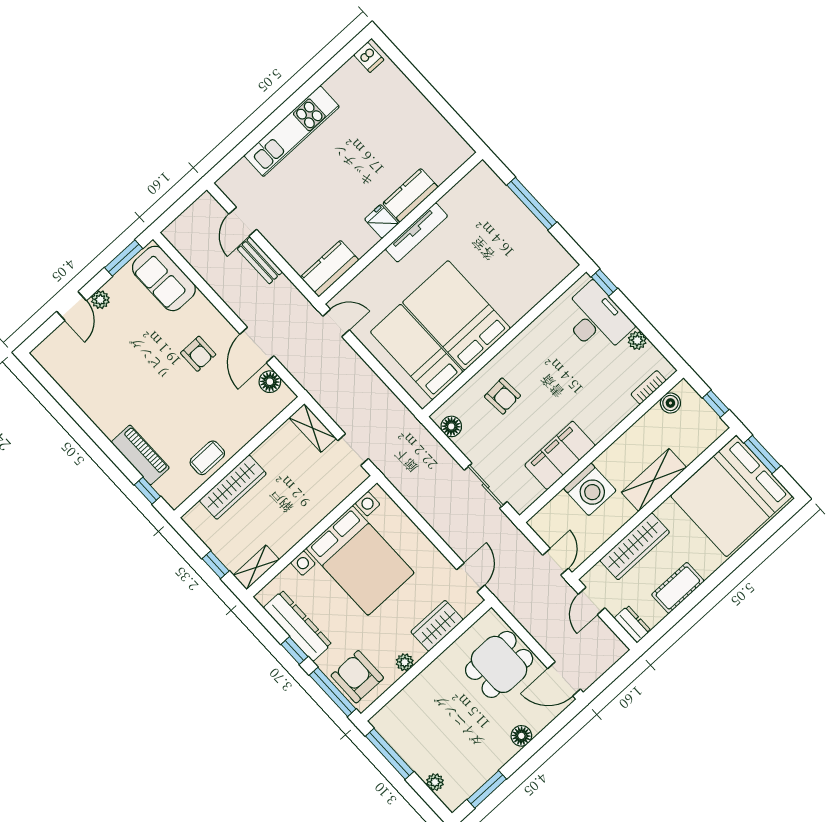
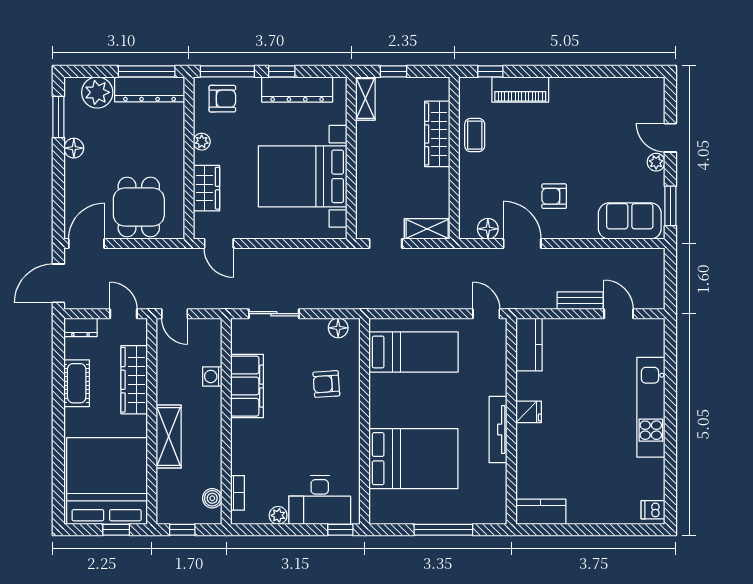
kitchen counter: (410, 195) -> (541, 512), moved, turned -90
bed: (456, 315) -> (413, 459), moved
door: (336, 323) -> (486, 314), swing flipped
window: (762, 454) -> (116, 530), width x0.67
washing machine: (590, 489) -> (212, 376), width x0.53, depth x0.53
door: (614, 672) -> (58, 283), added
armchair: (357, 677) -> (222, 99), width x0.72, depth x0.72
floor lamp: (521, 736) -> (74, 148), moved
dresser: (401, 739) -> (150, 89), added
plant: (435, 782) -> (97, 92), width x1.88, depth x1.88

